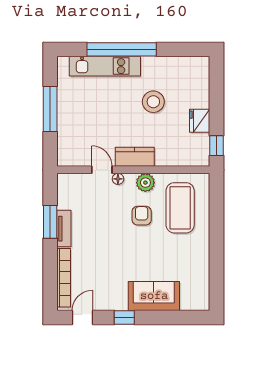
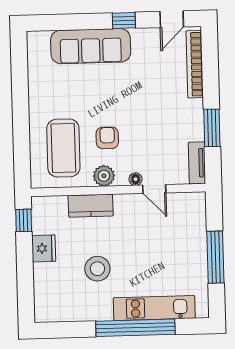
kitchen counter: (135, 157) -> (91, 206), moved
armchair: (142, 216) -> (107, 138), turned 180
tv unit: (64, 229) -> (197, 163), moved
sofa: (154, 296) -> (91, 46), width x1.36

